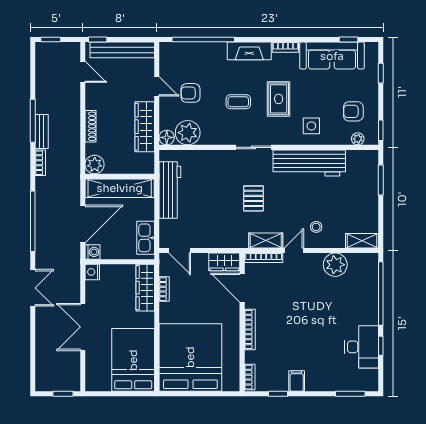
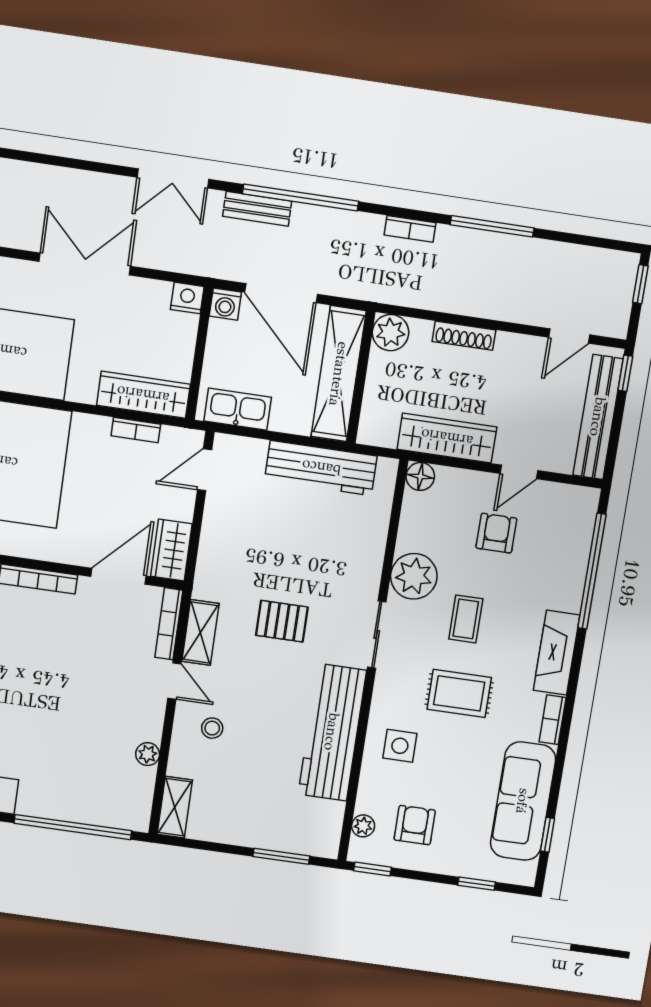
bench: (42, 132) -> (257, 209), moved
plant: (188, 133) -> (414, 576), moved
plant: (335, 265) -> (148, 754), width x0.53, depth x0.53

